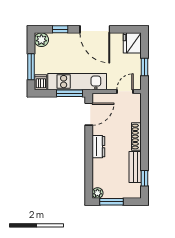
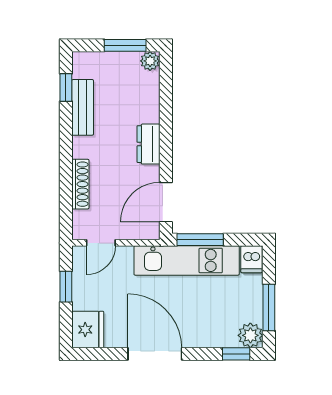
window: (60, 29) -> (236, 354), moved
window: (31, 67) -> (269, 308), moved
shoe rack: (136, 137) -> (80, 184), moved

